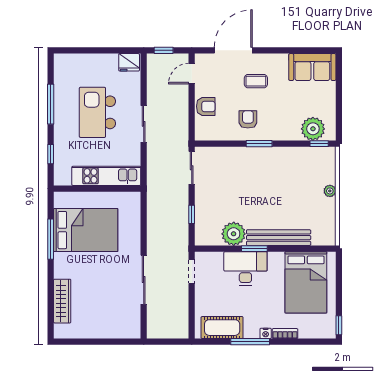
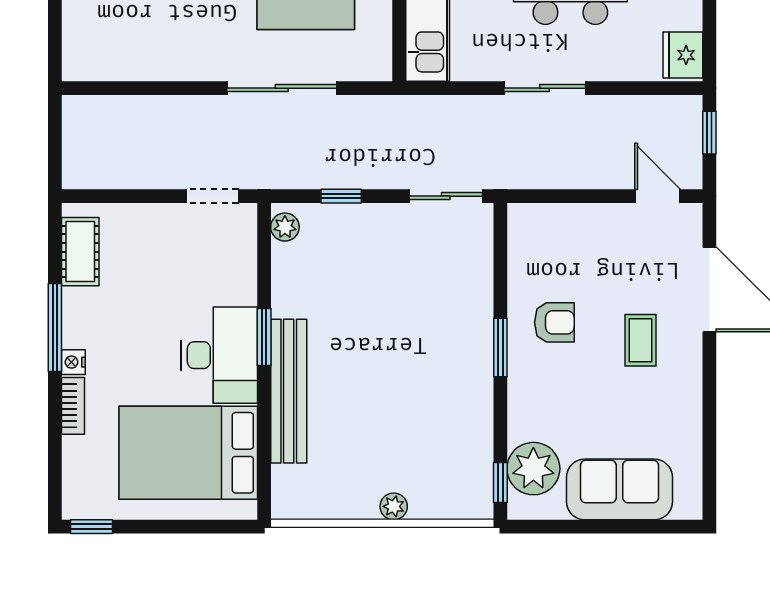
sofa: (312, 67) -> (619, 489), moved, turned 90
armchair: (206, 106) -> (584, 228), removed
plant: (234, 234) -> (285, 227), moved, width x0.53, depth x0.53
desk: (245, 268) -> (219, 355), moved
sliding door: (144, 280) -> (282, 88), moved
cot: (222, 328) -> (80, 252), width x0.73, depth x0.75

